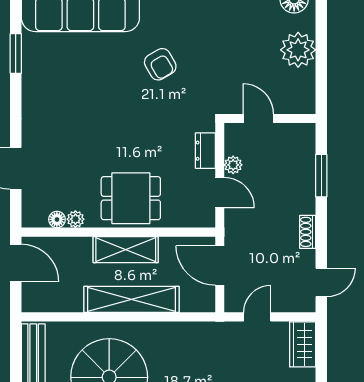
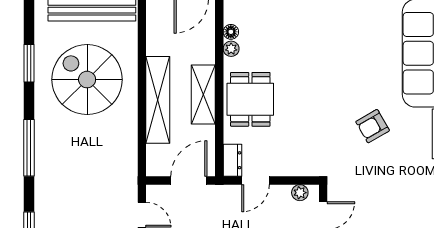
dresser: (205, 151) -> (232, 160), moved, turned 90
plant: (233, 165) -> (300, 193), moved

